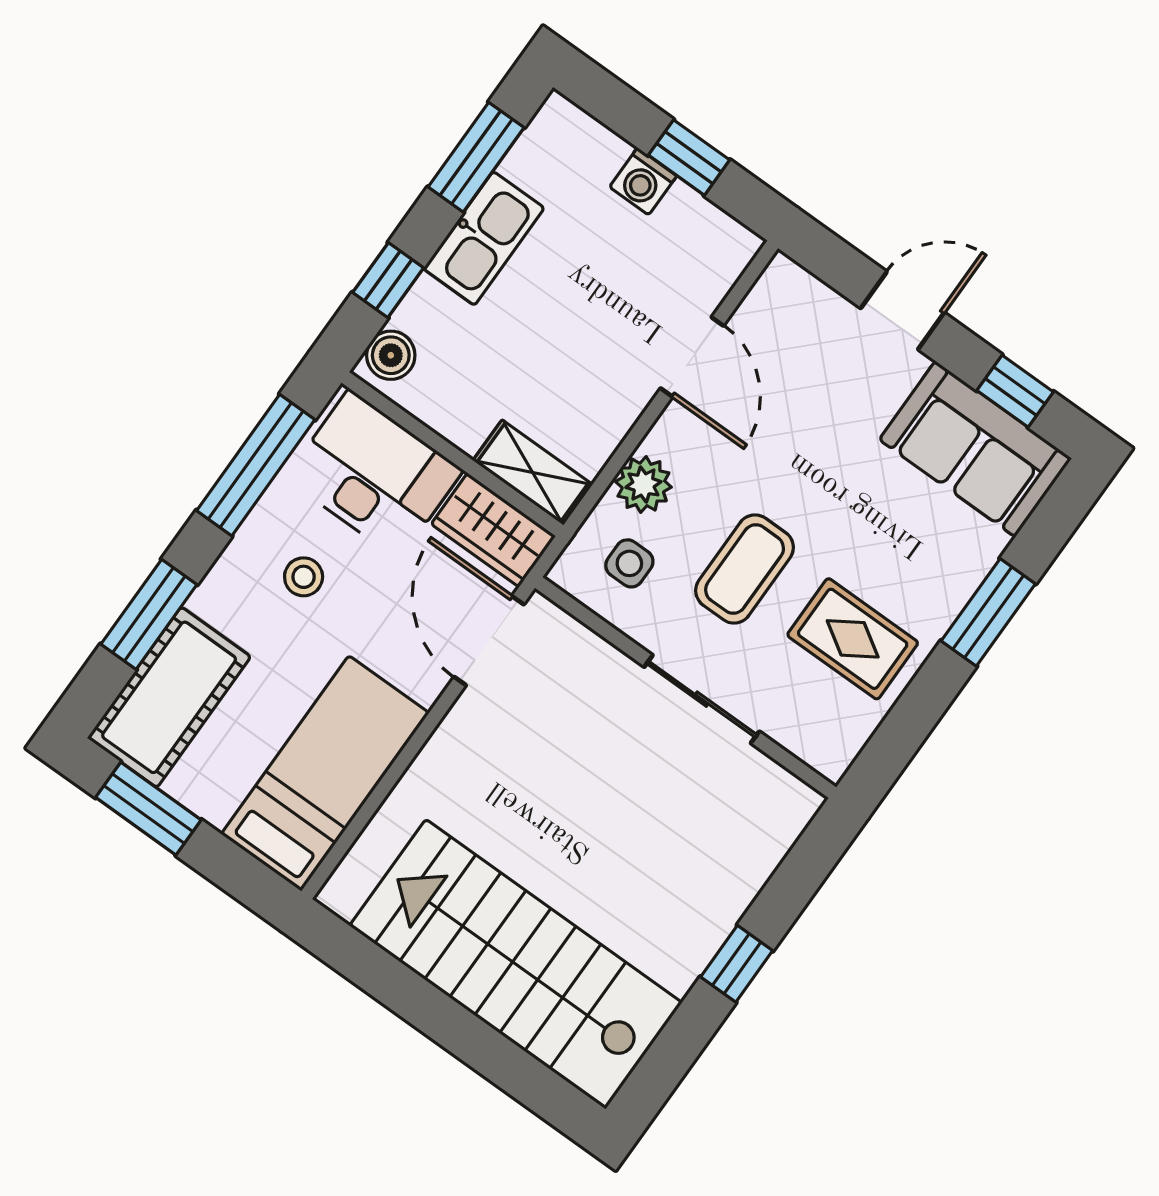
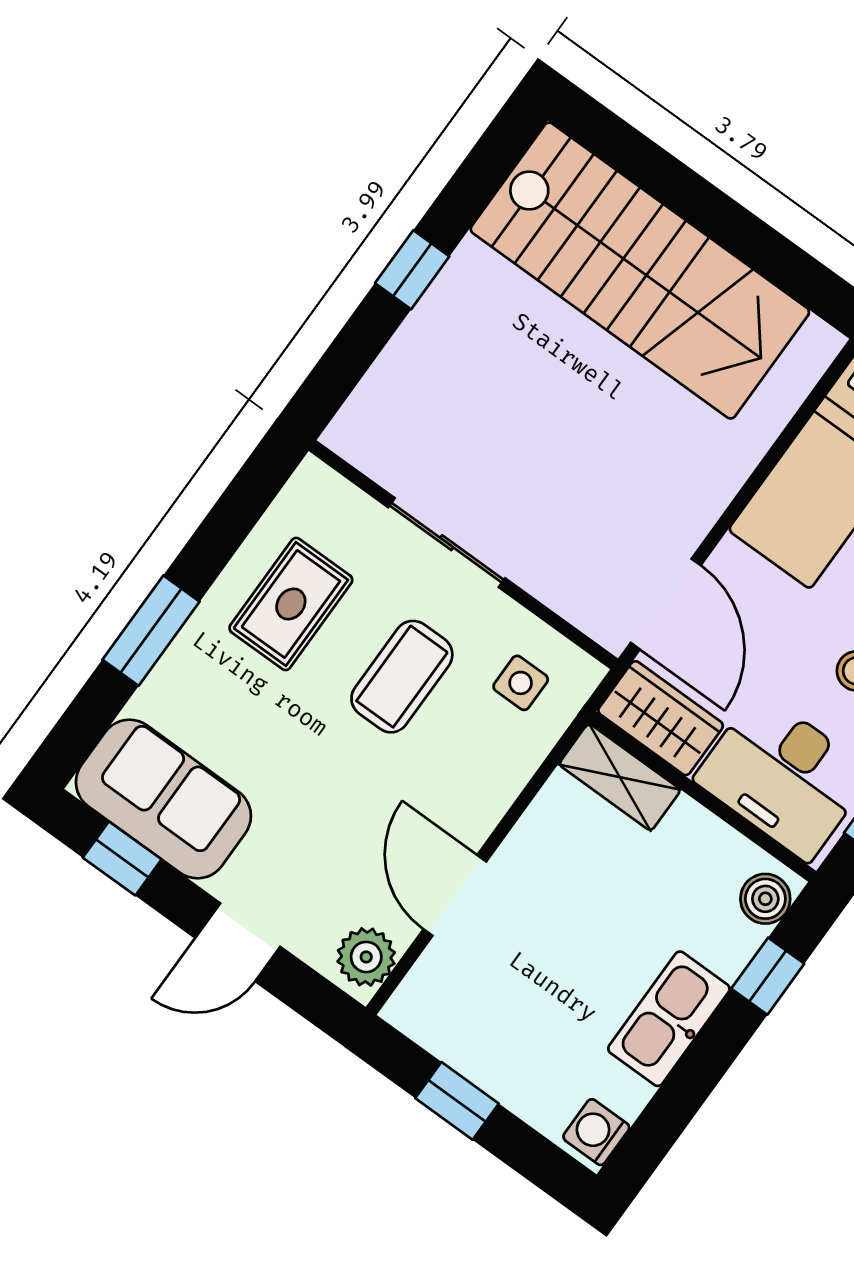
window: (476, 157) -> (676, 1102), removed
washing machine: (643, 181) -> (596, 1132), moved, turned -90
plant: (643, 484) -> (366, 957), moved
rug: (853, 639) -> (291, 604), turned 90

